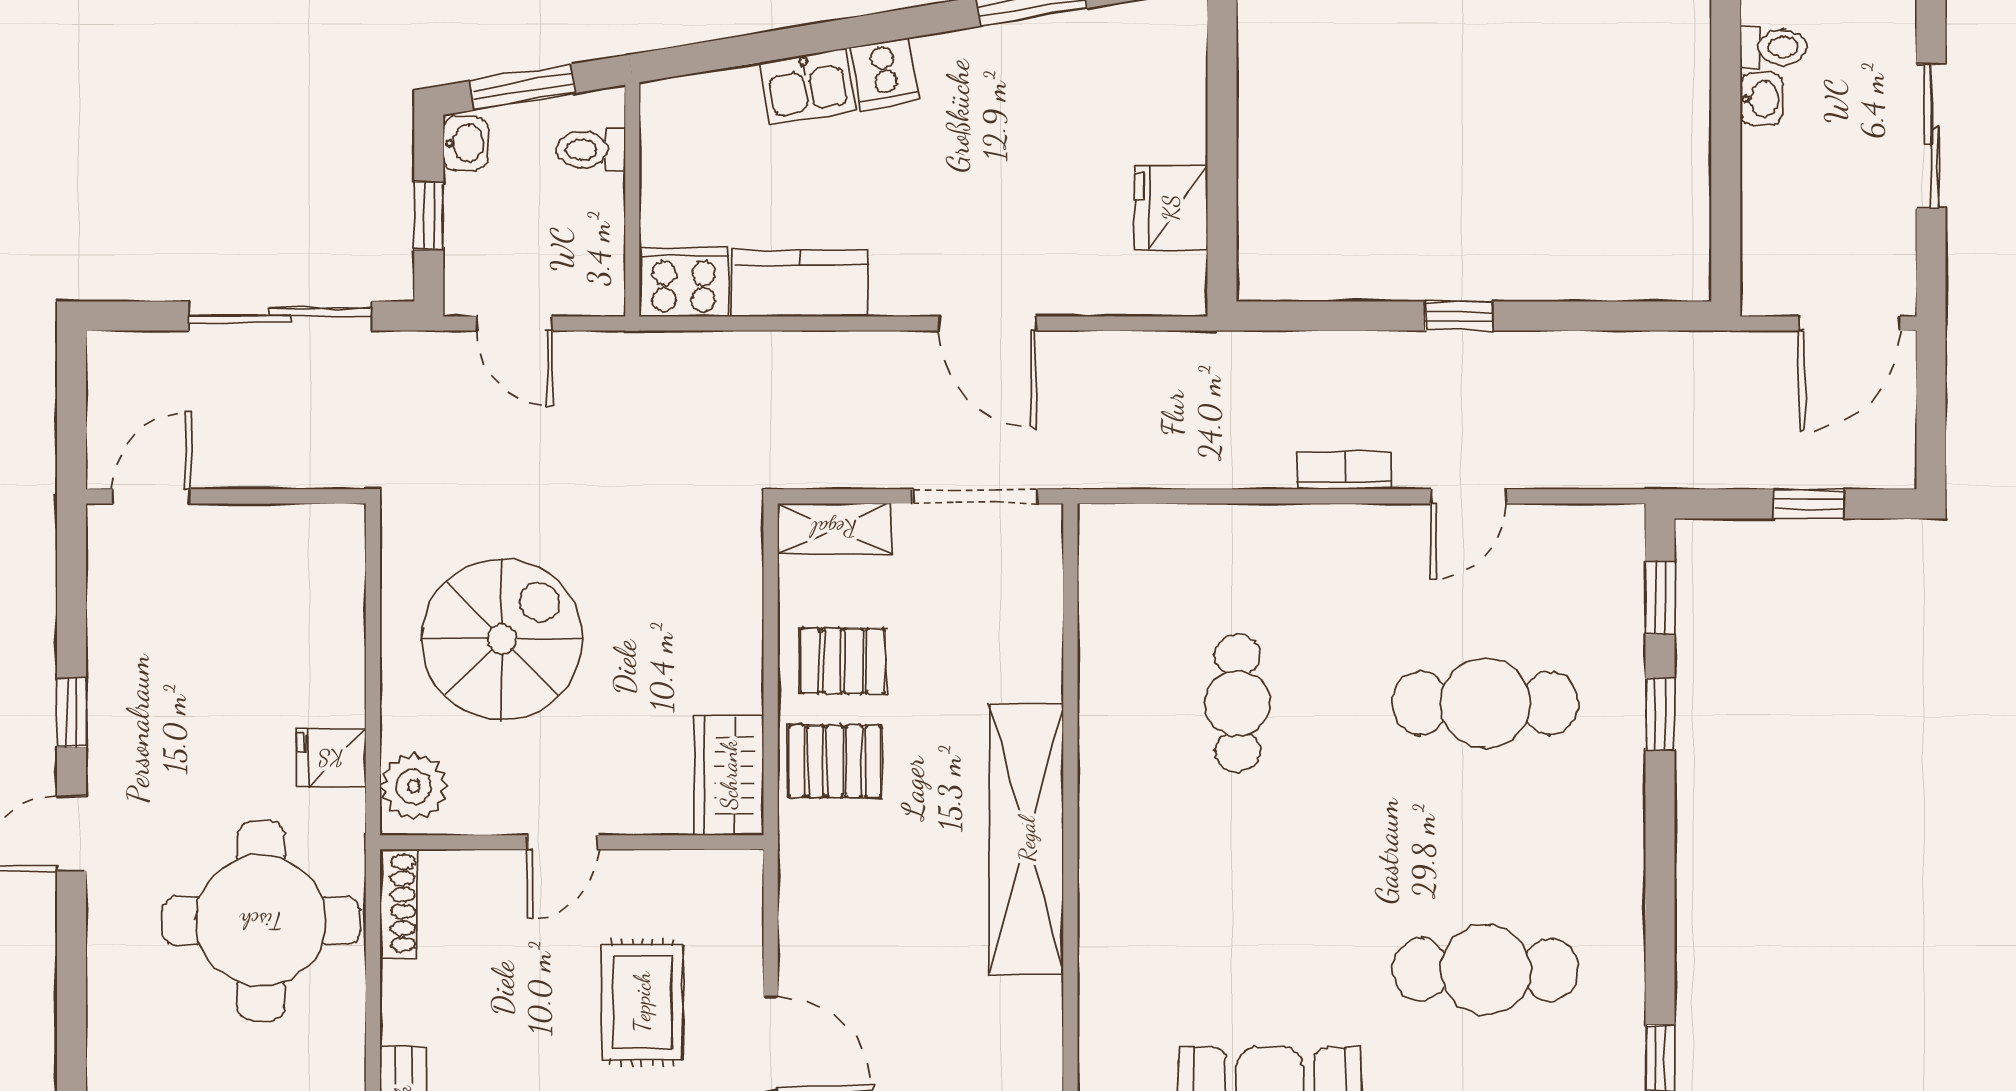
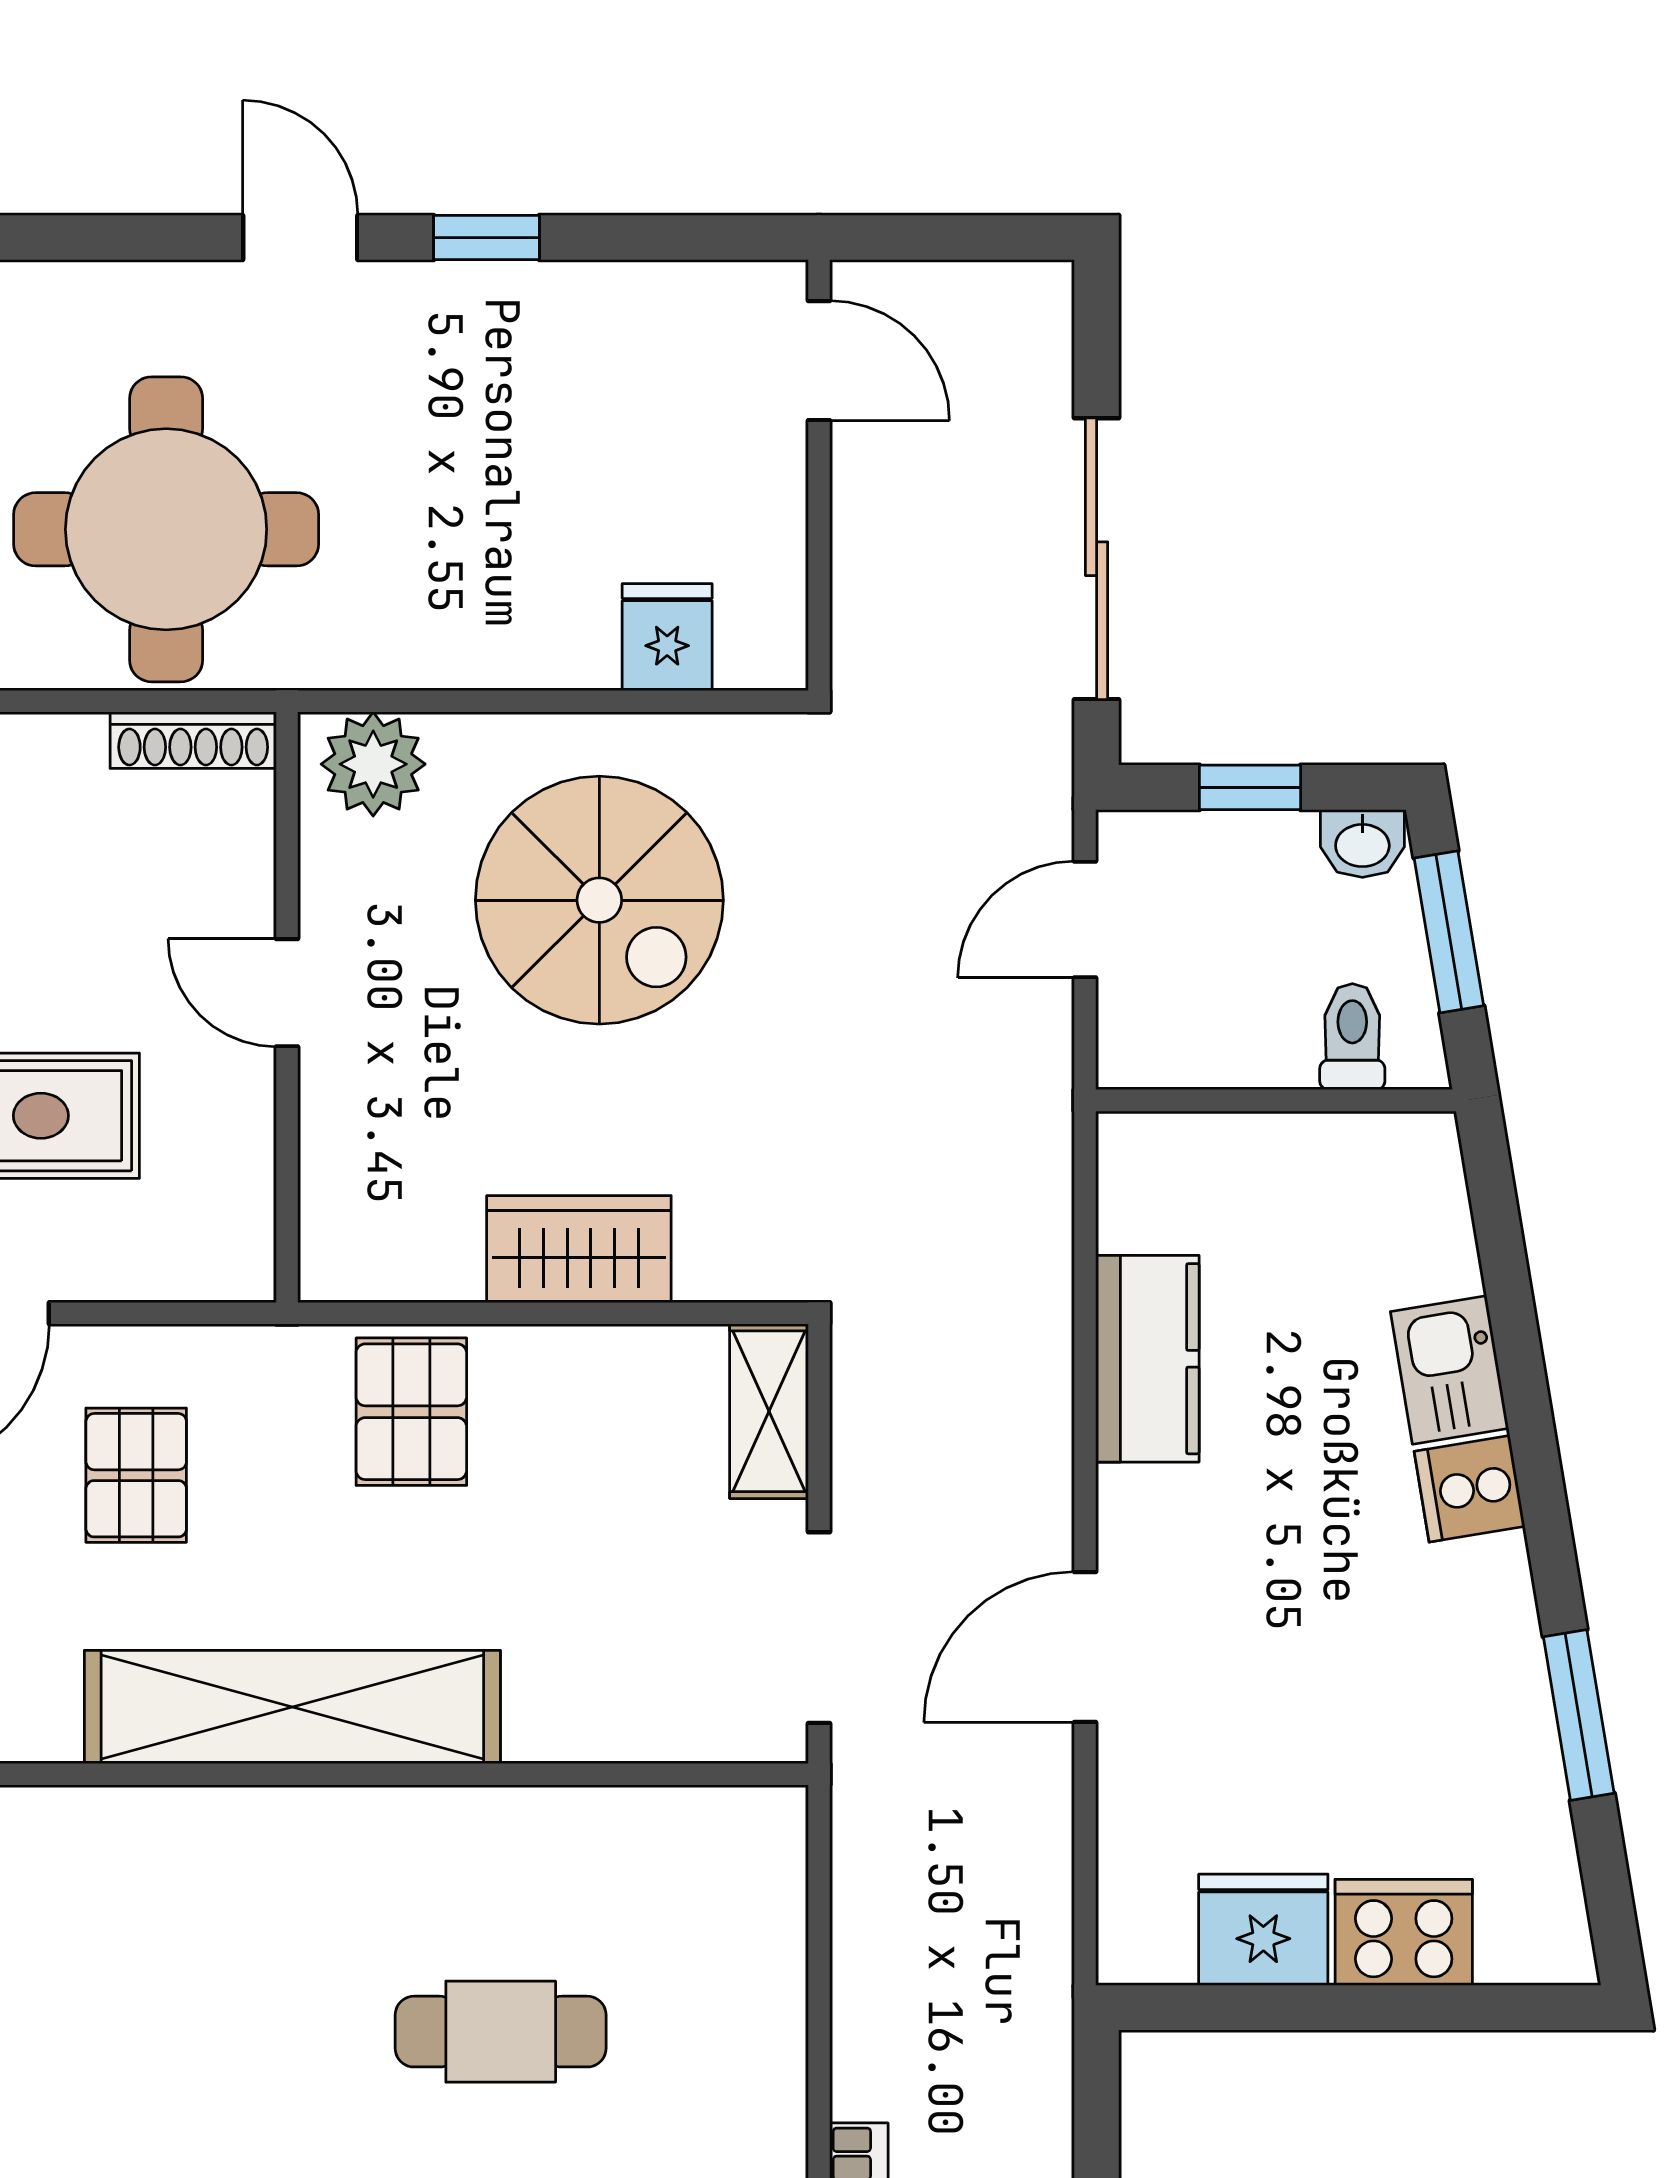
cooker: (684, 282) -> (1404, 1932), moved, turned -90
pallet: (843, 661) -> (136, 1475), moved
fridge: (331, 758) -> (667, 637), moved
wardrobe: (729, 775) -> (579, 1249), moved

